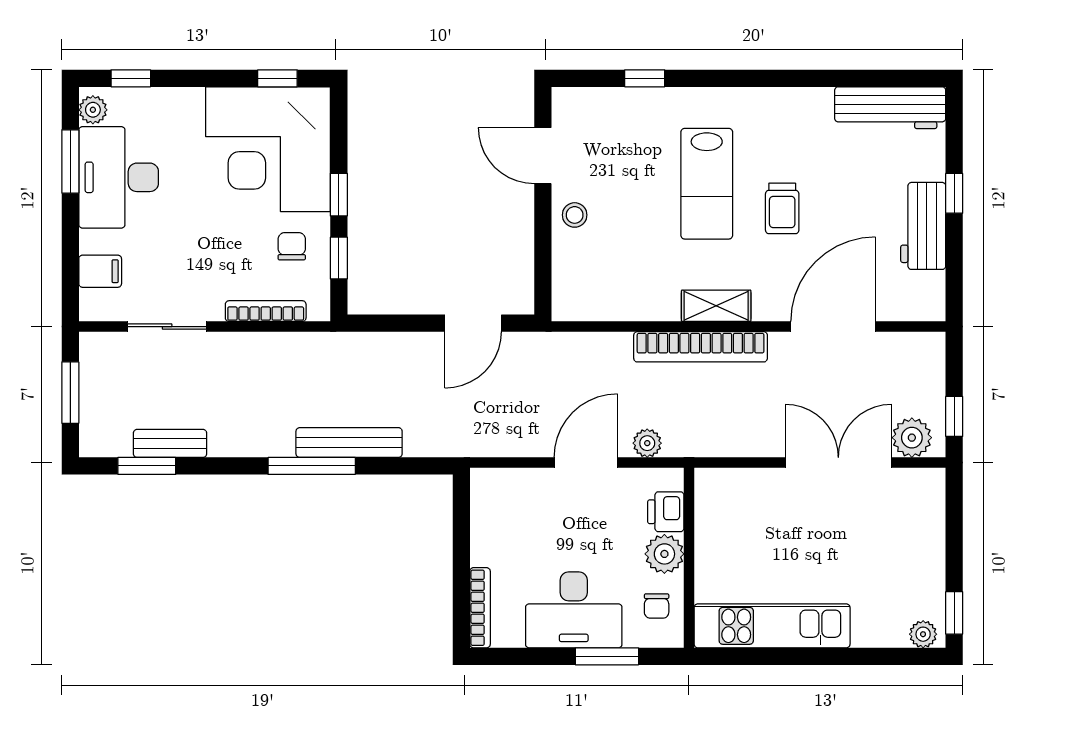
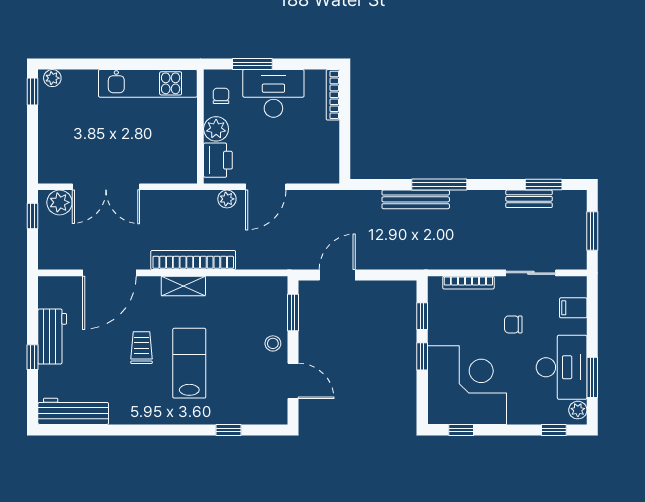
chair: (292, 246) -> (513, 324), moved, turned 90
window: (543, 264) -> (293, 313), added
printer: (666, 512) -> (218, 160), width x1.36, depth x1.24

